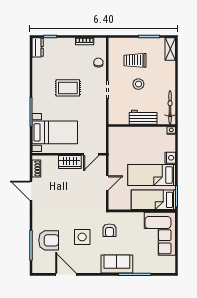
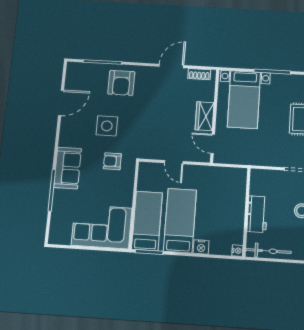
armchair: (49, 240) -> (121, 83), moved

